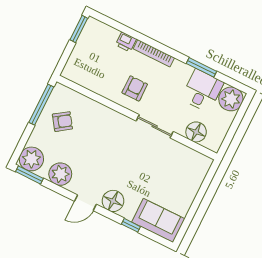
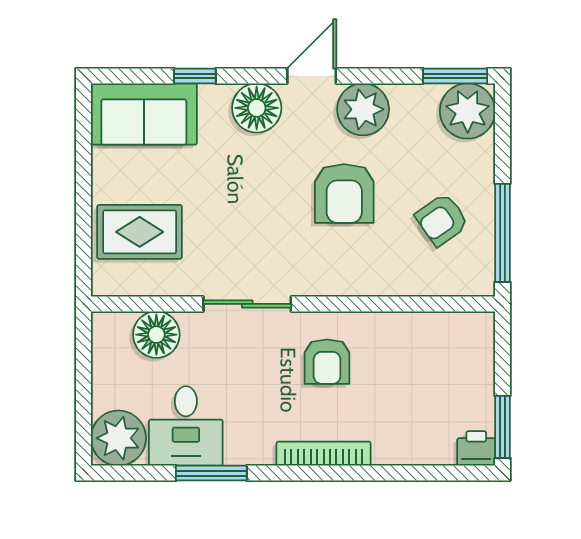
printer: (126, 42) -> (476, 448), moved
armchair: (95, 151) -> (344, 193), added
plant: (60, 174) -> (363, 109), moved
rug: (183, 175) -> (140, 232), added

